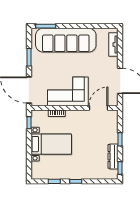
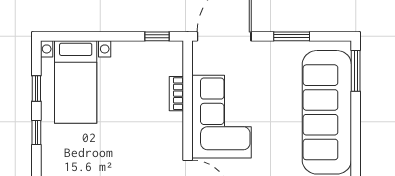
bed with nightstands: (51, 144) -> (76, 82), moved

